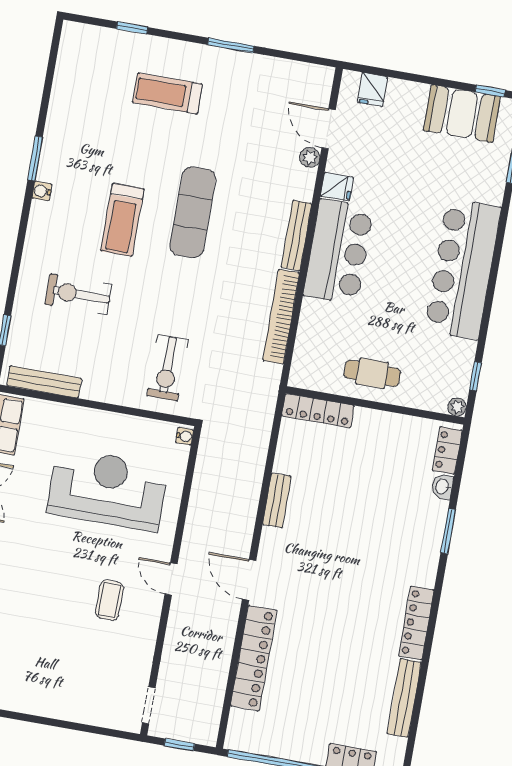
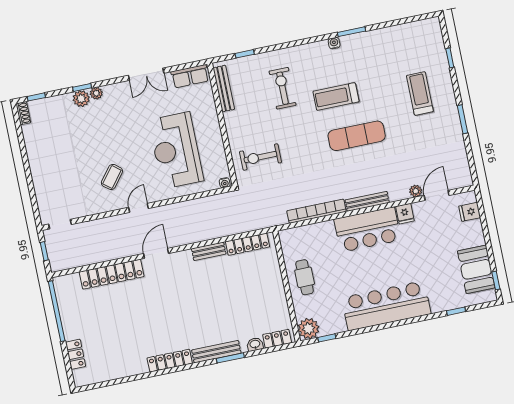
plant: (457, 407) -> (308, 329), width x1.88, depth x1.88
locker: (318, 411) -> (248, 244), moved, turned -90
reception desk: (108, 489) -> (176, 150), turned 180
coffee table: (109, 600) -> (112, 177), turned -52
bench: (404, 698) -> (216, 352), moved

